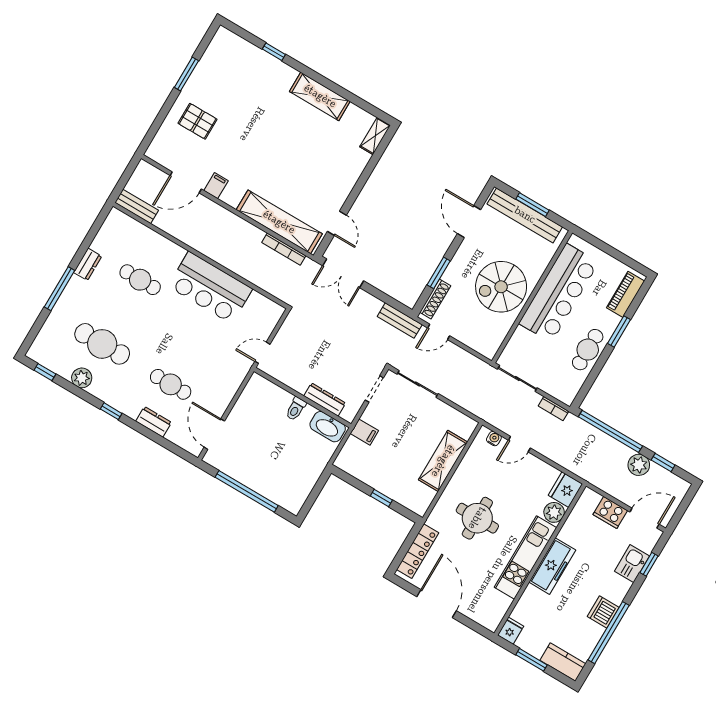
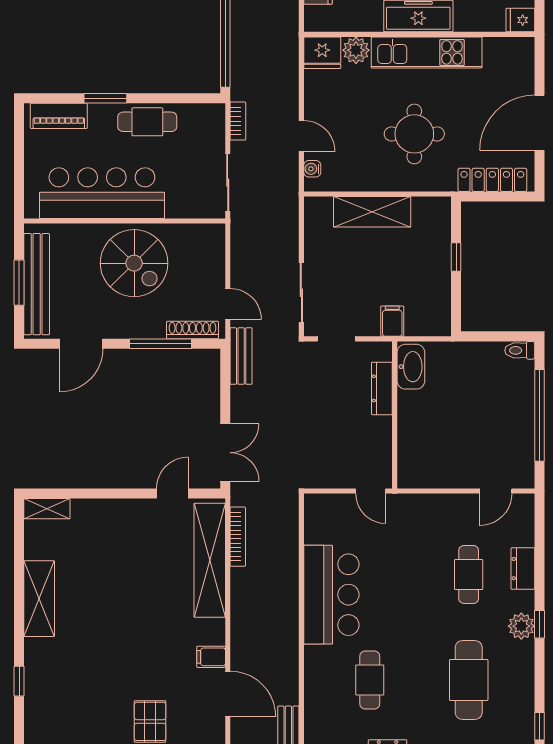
window: (439, 273) -> (160, 344), width x1.44
plant: (82, 378) -> (521, 626), moved
toilet: (296, 409) -> (520, 350), moved, turned 180
door: (214, 434) -> (496, 491), width x0.73

